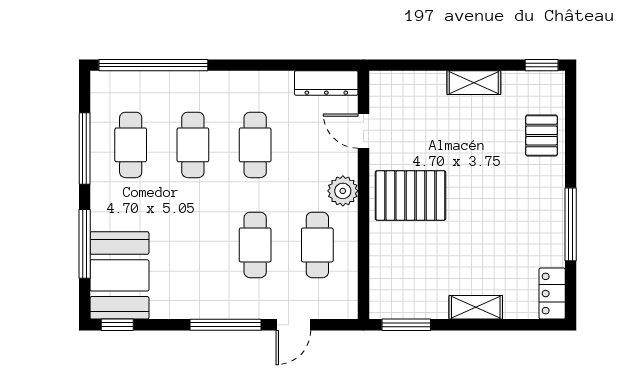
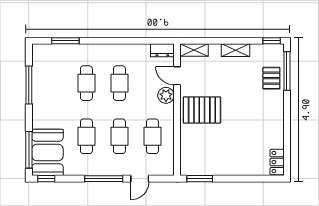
window: (153, 65) -> (65, 41), width x0.47
dresser: (326, 83) -> (162, 50), width x0.70
cafe table: (131, 145) -> (86, 136), moved
plant: (343, 191) -> (166, 95), moved
window: (571, 224) -> (287, 71), moved
window: (85, 244) -> (29, 150), moved
shelving: (476, 307) -> (194, 50), moved

